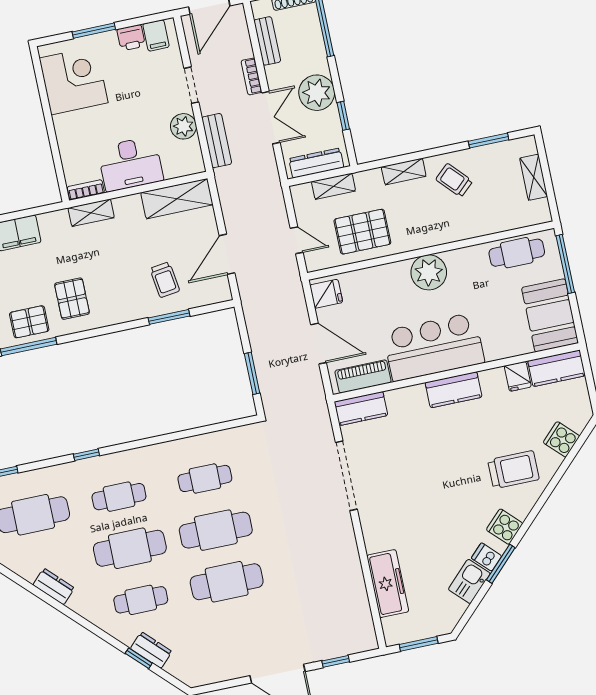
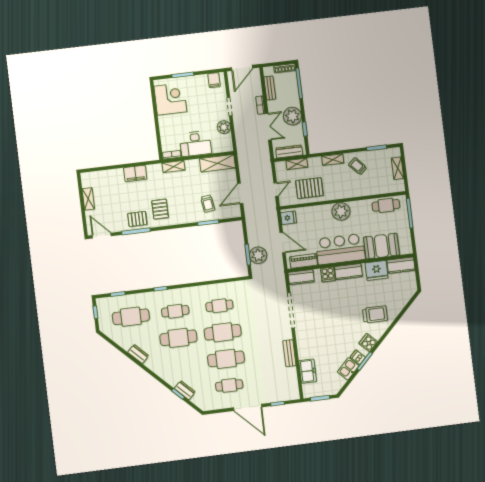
printer: (131, 38) -> (201, 80), removed
bench: (217, 141) -> (289, 353), moved
door: (297, 240) -> (276, 189), hinge flipped
booth: (550, 315) -> (381, 246), moved, turned 90
plant: (273, 373) -> (258, 255), added
fridge: (518, 376) -> (377, 270), width x1.88, depth x1.34
cooker: (561, 439) -> (328, 274), moved, turned -135
freezer: (388, 584) -> (308, 371), width x0.71
cafe table: (141, 600) -> (229, 385), moved

